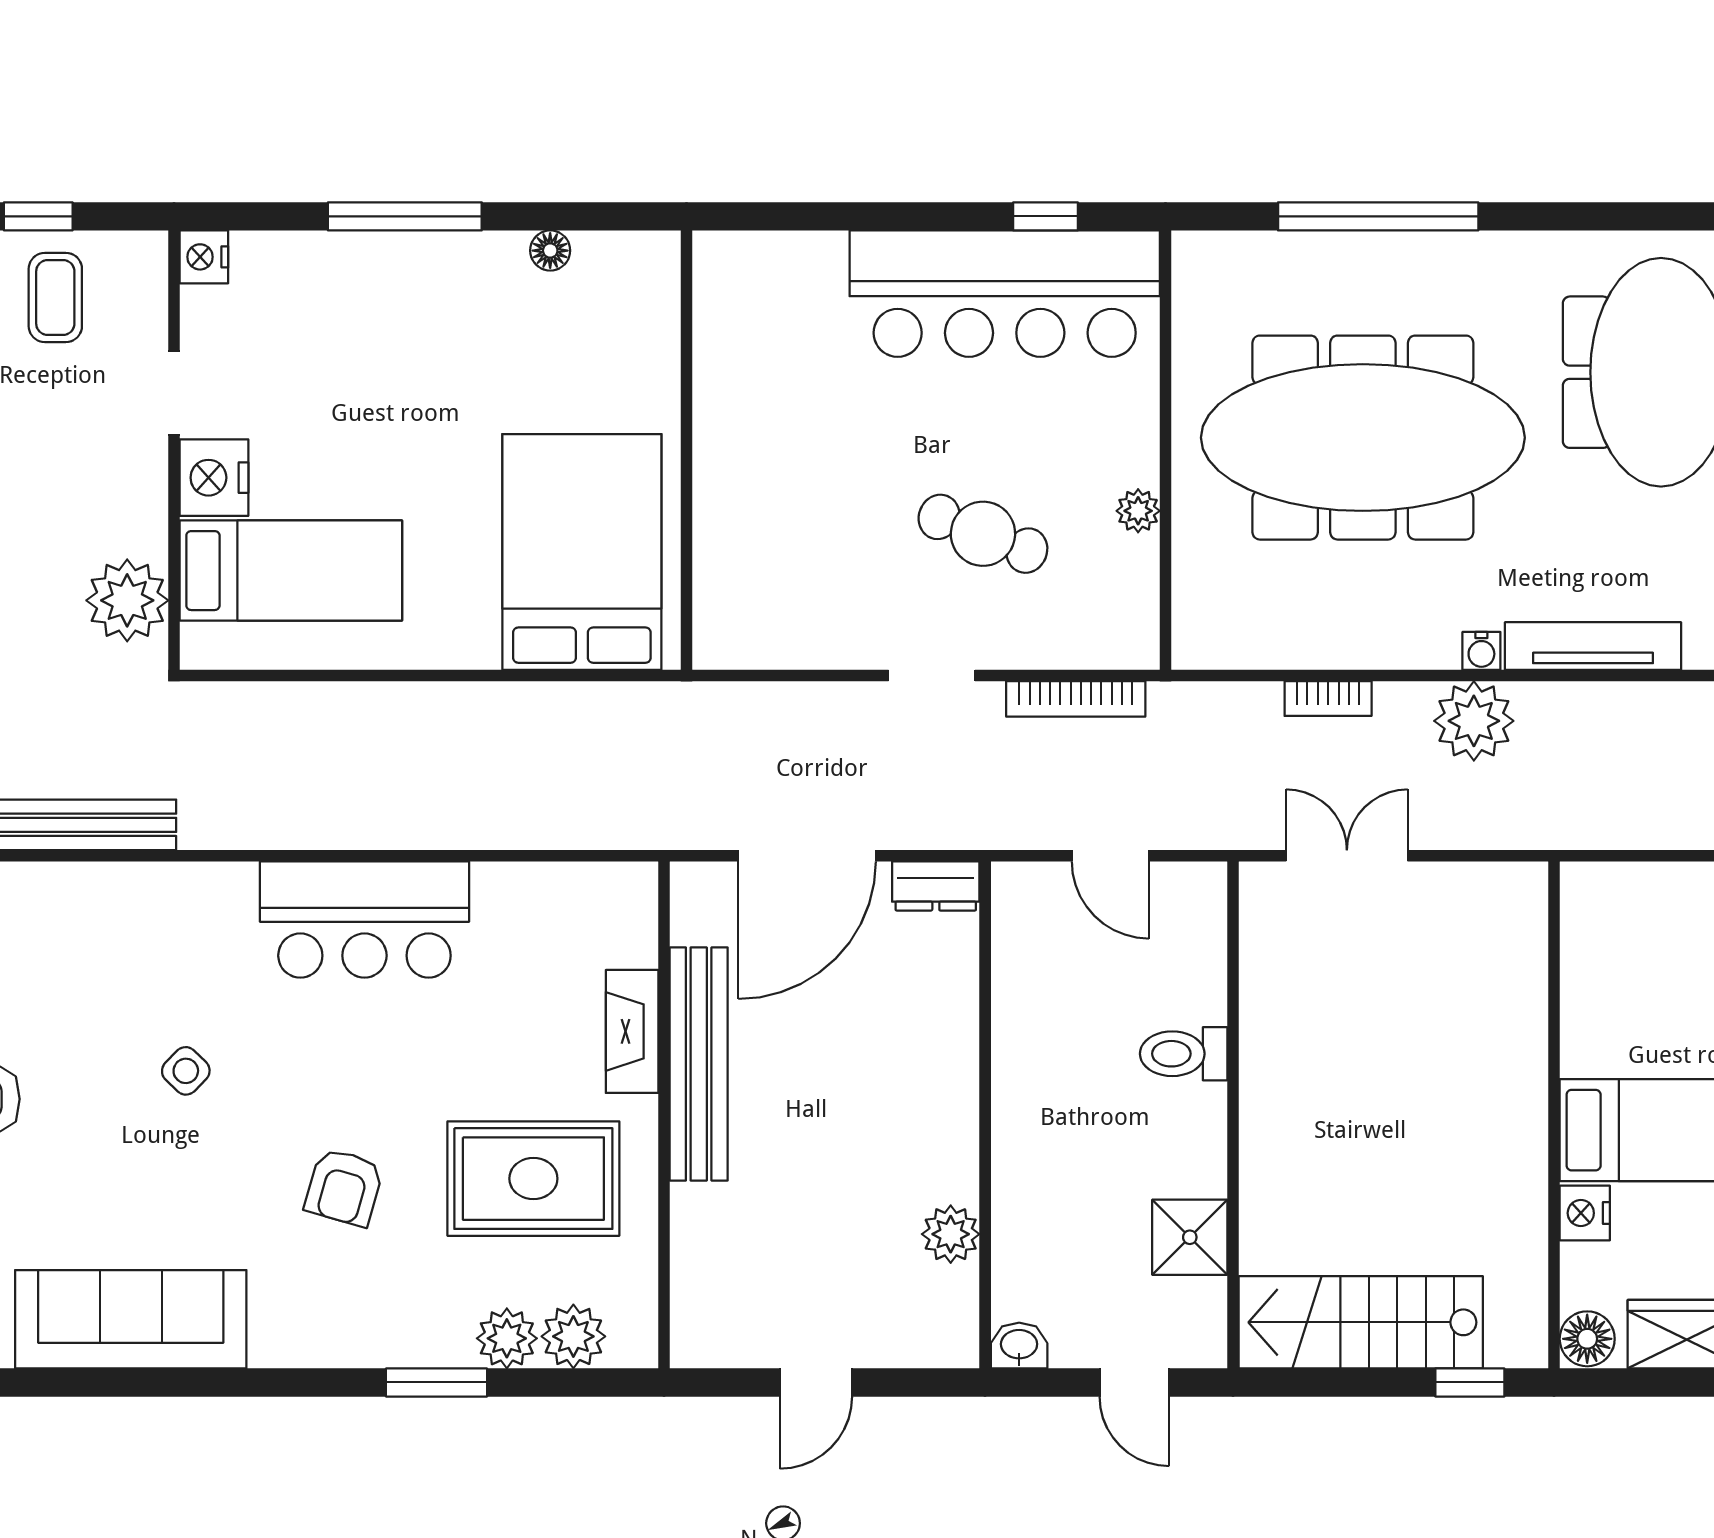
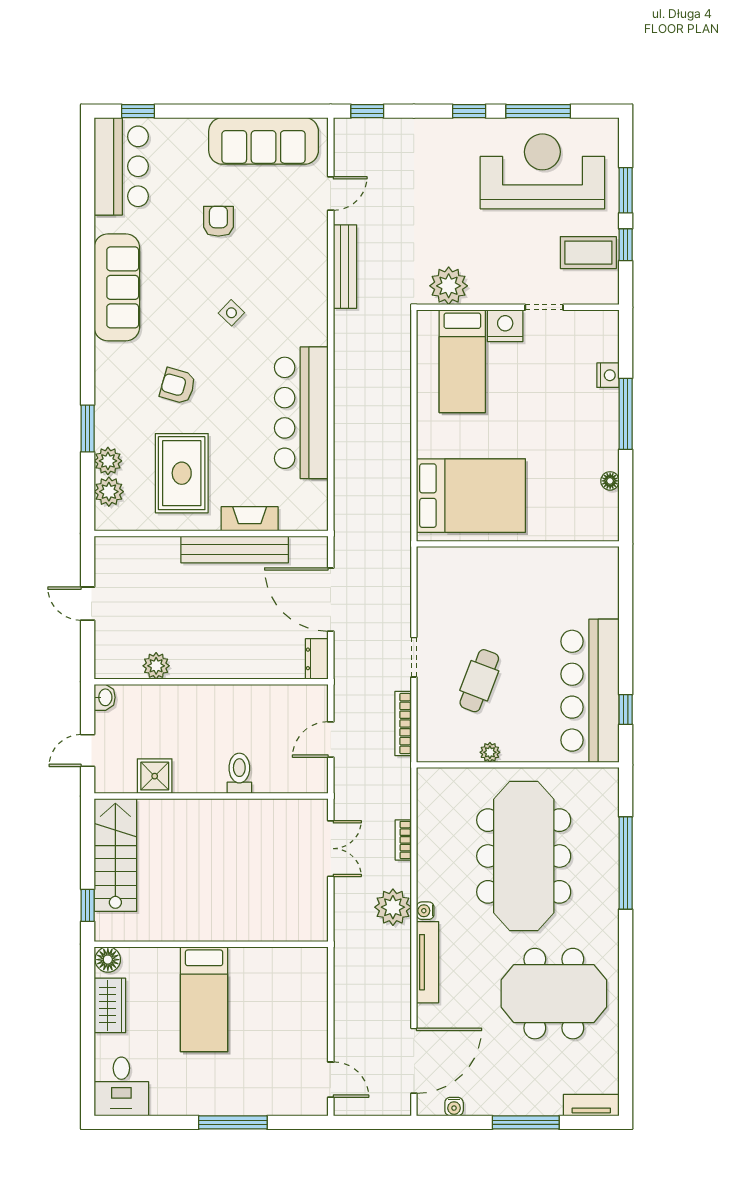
nightstand: (204, 257) -> (608, 375), moved, turned 90
coffee table: (55, 297) -> (588, 253), width x1.36, depth x1.30
bar counter: (364, 920) -> (301, 413), width x1.36
nightstand: (1585, 1213) -> (166, 958), removed

